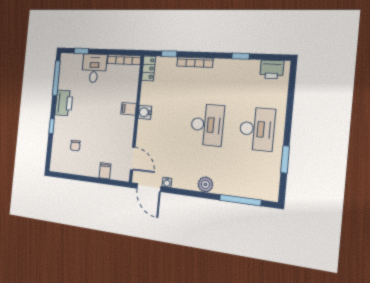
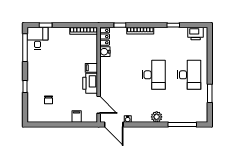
desk: (94, 68) -> (37, 38), moved
printer: (64, 103) -> (90, 83), moved, turned 180
water cooler: (145, 112) -> (105, 52), moved

